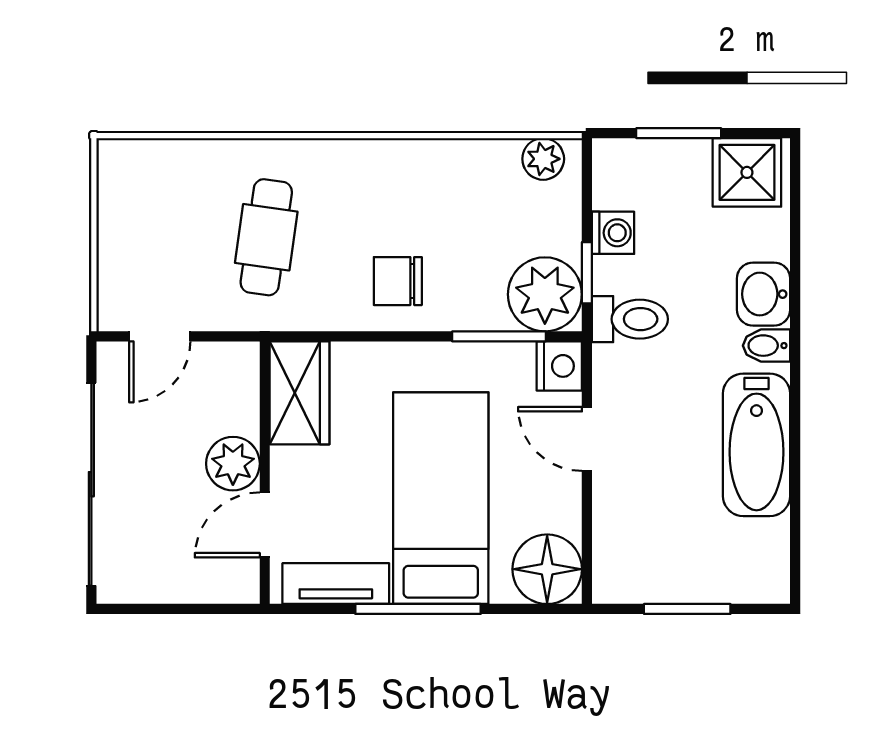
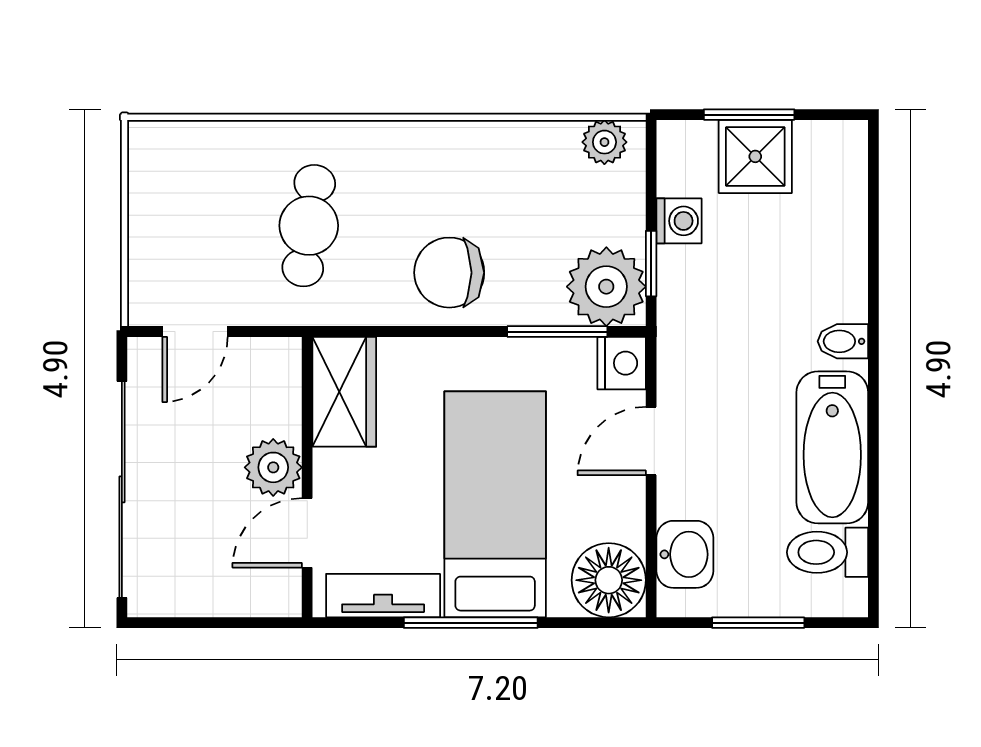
shower: (747, 172) -> (755, 156), moved
chair: (398, 281) -> (449, 273), width x1.37, depth x1.37
washbasin: (763, 294) -> (685, 554), moved, turned 180
toilet: (630, 319) -> (828, 552), moved, turned 180
door: (587, 439) -> (651, 441), hinge flipped

